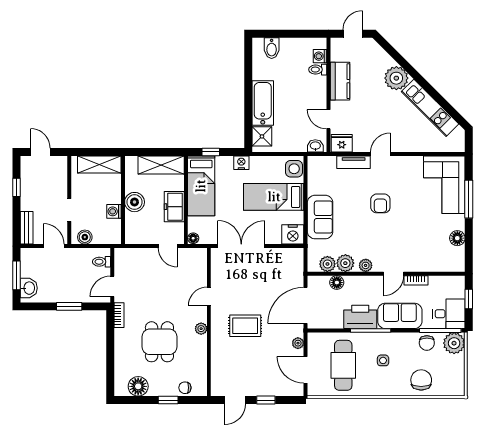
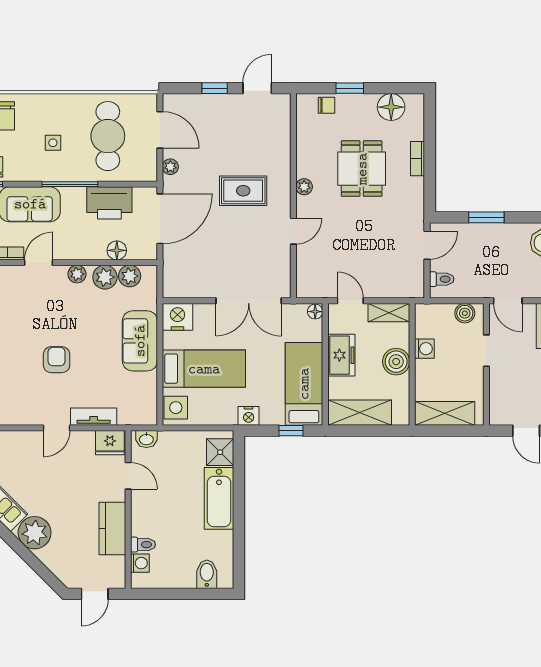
shelving: (140, 237) -> (389, 313), added
bookcase: (119, 315) -> (418, 159), moved
printer: (360, 317) -> (109, 203), moved

